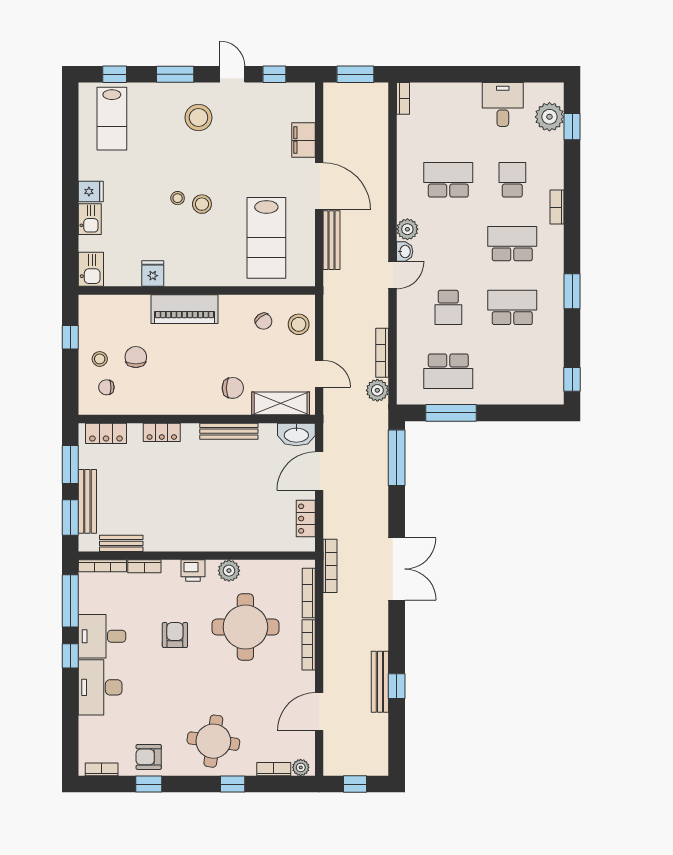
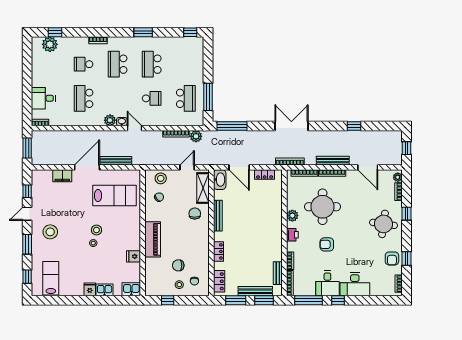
desk: (503, 105) -> (43, 98), moved
lab bench: (112, 119) -> (51, 278), turned -90
bench: (380, 682) -> (333, 161), moved

